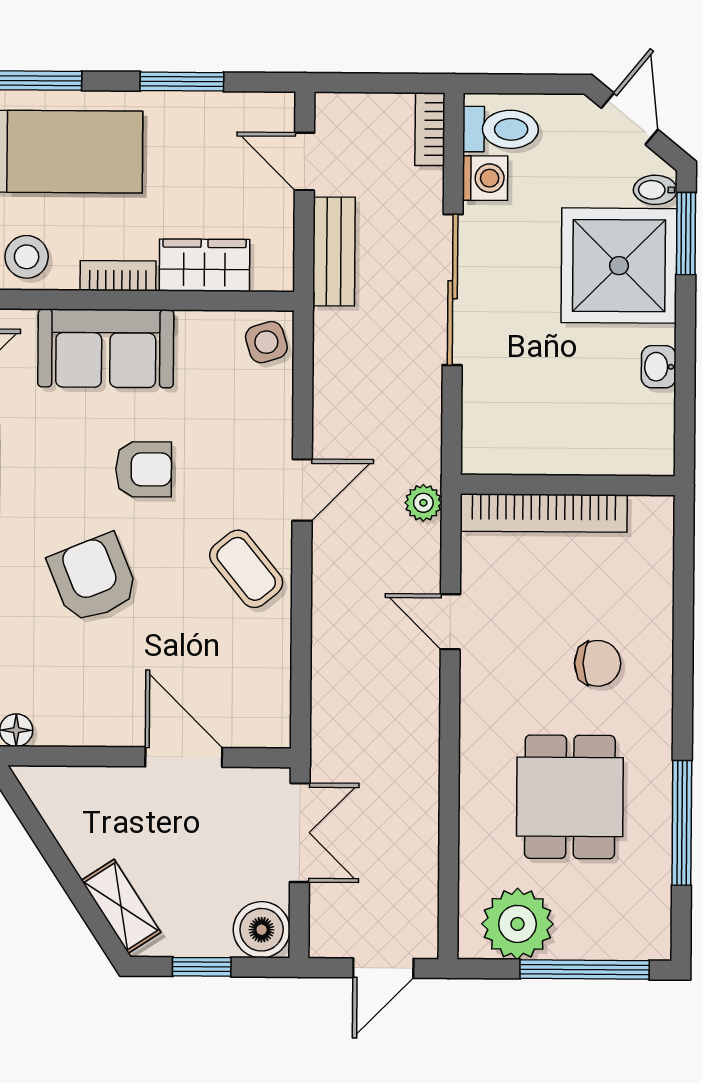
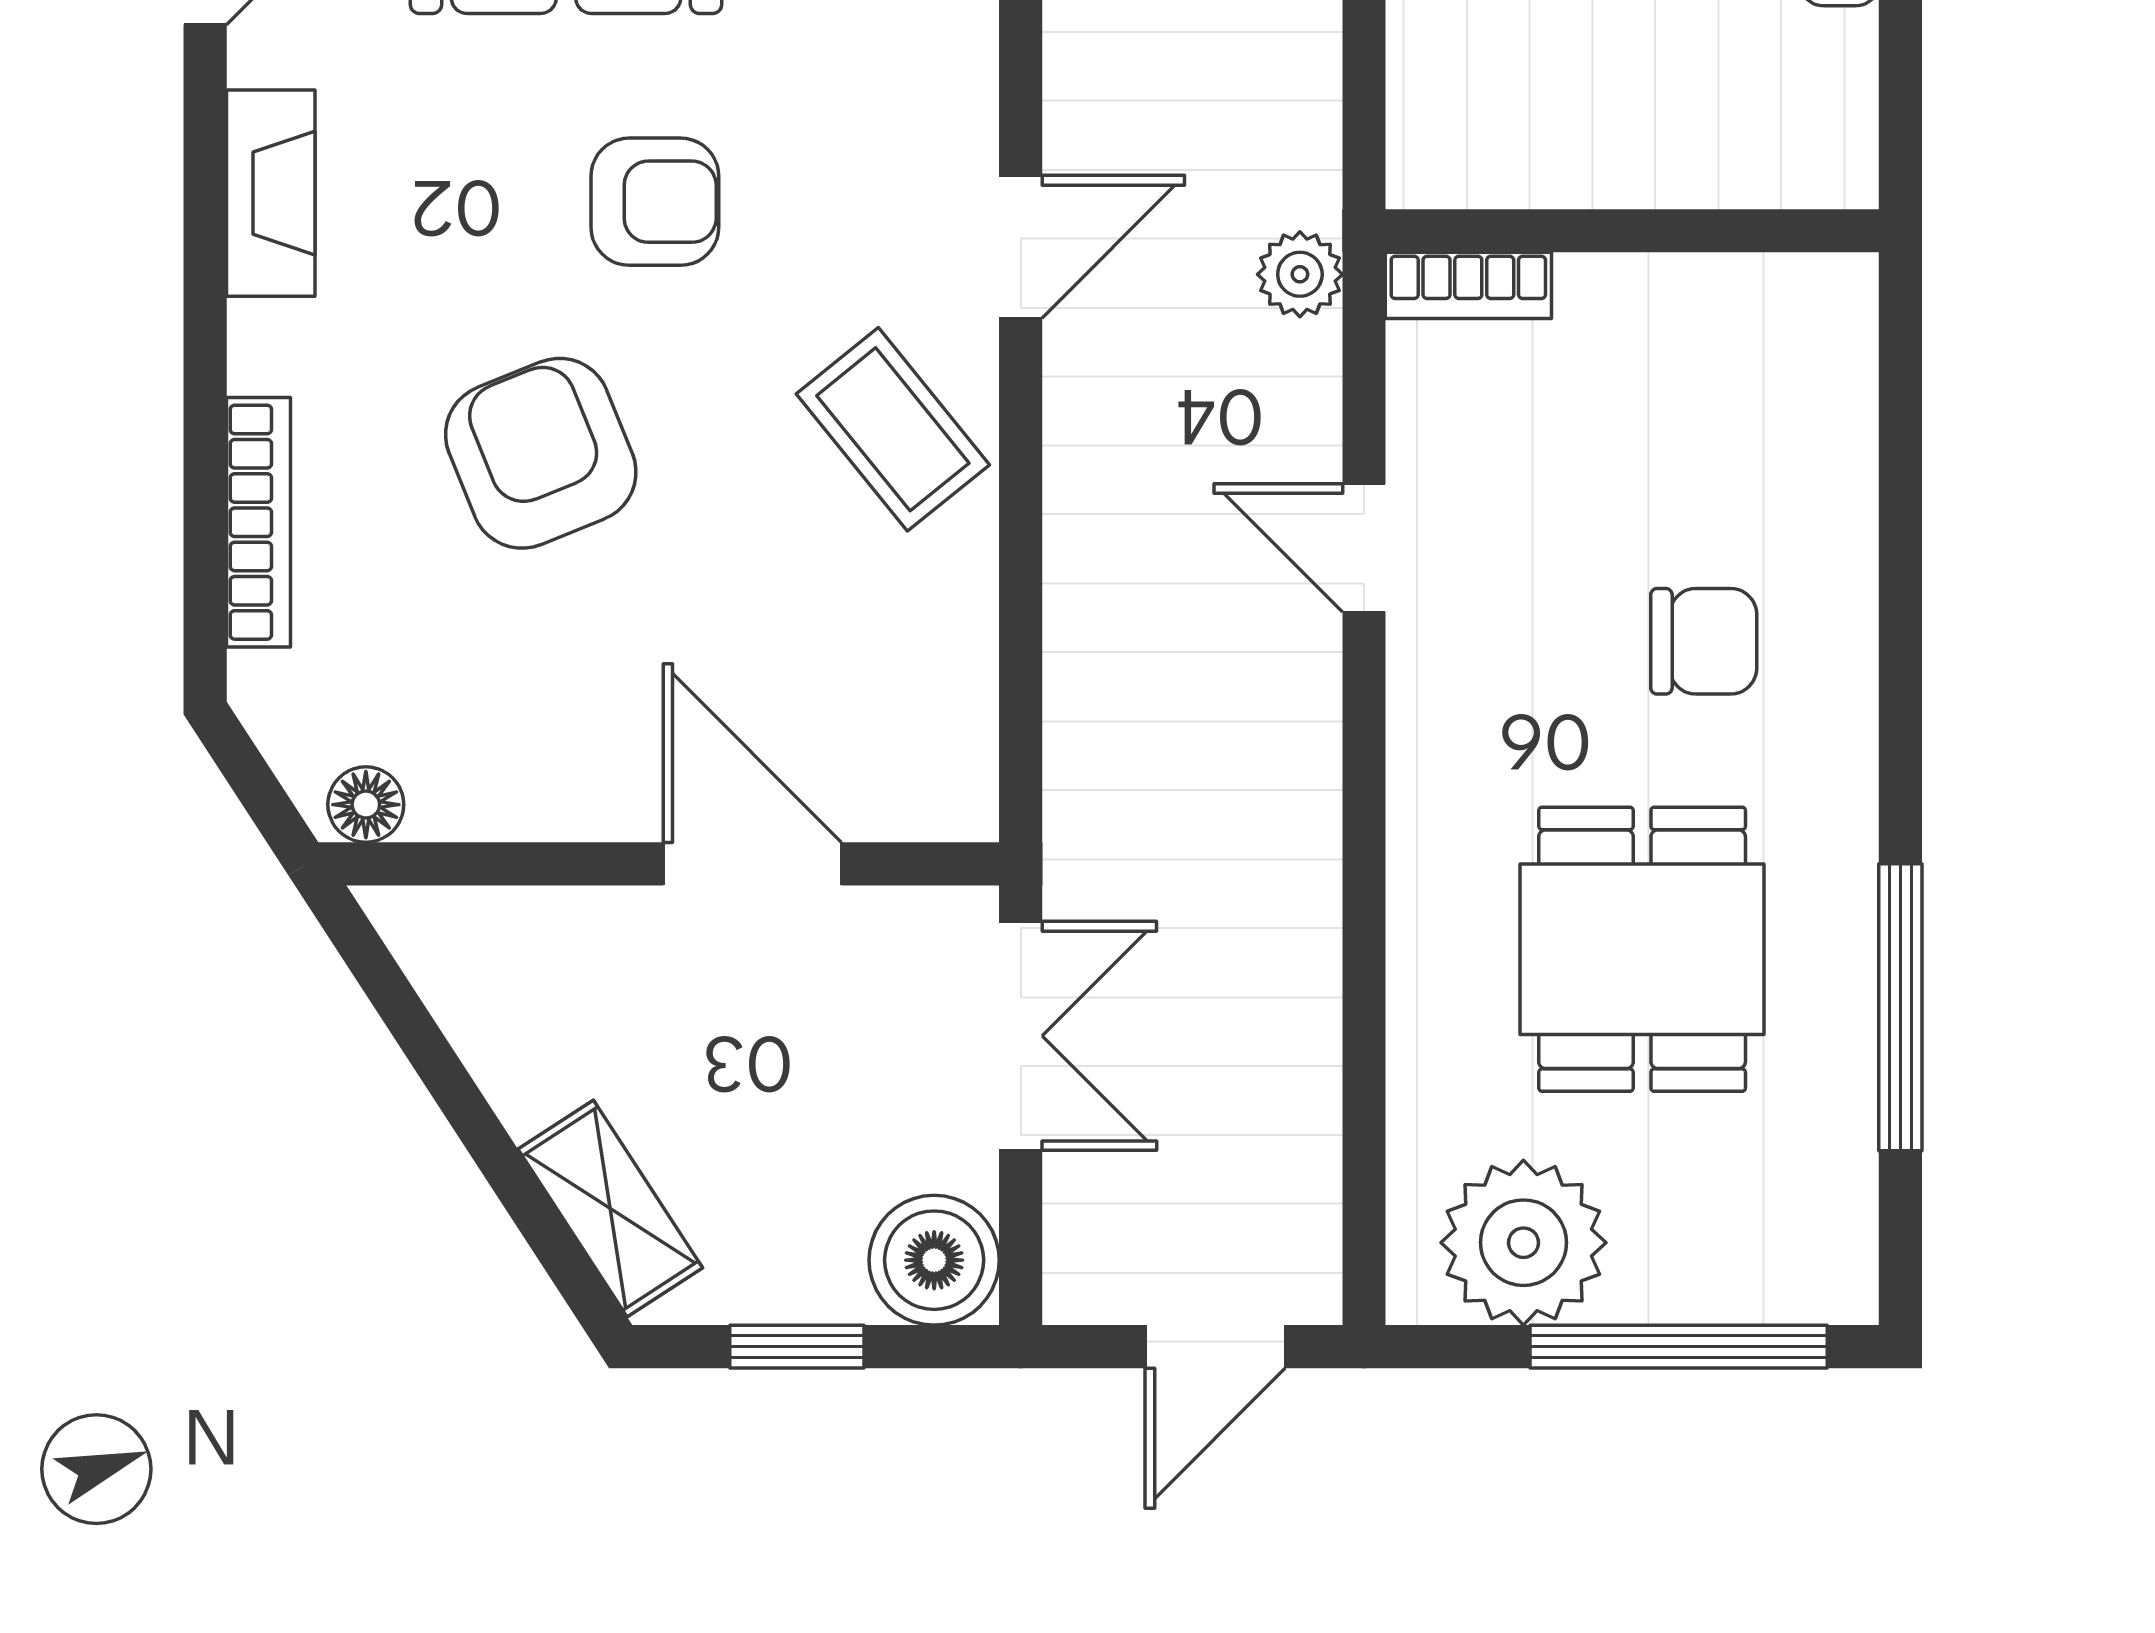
bookcase: (544, 513) -> (1468, 285), width x0.43, depth x0.76

